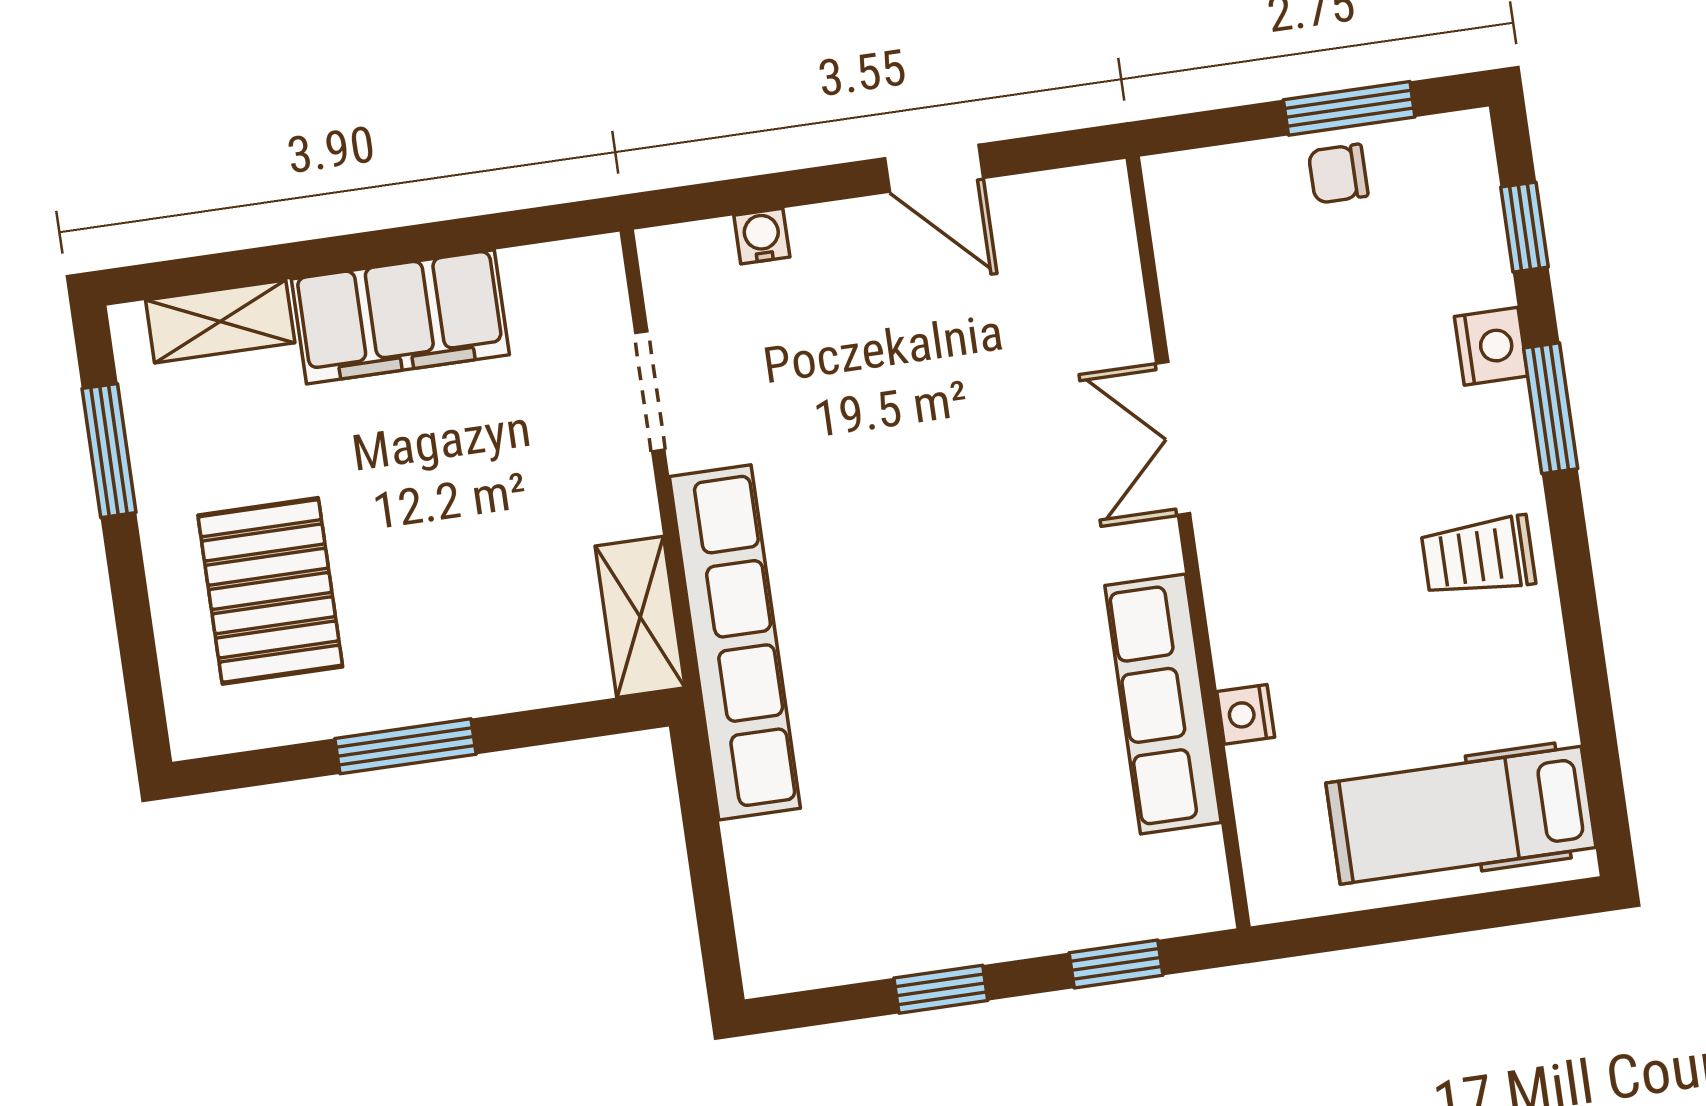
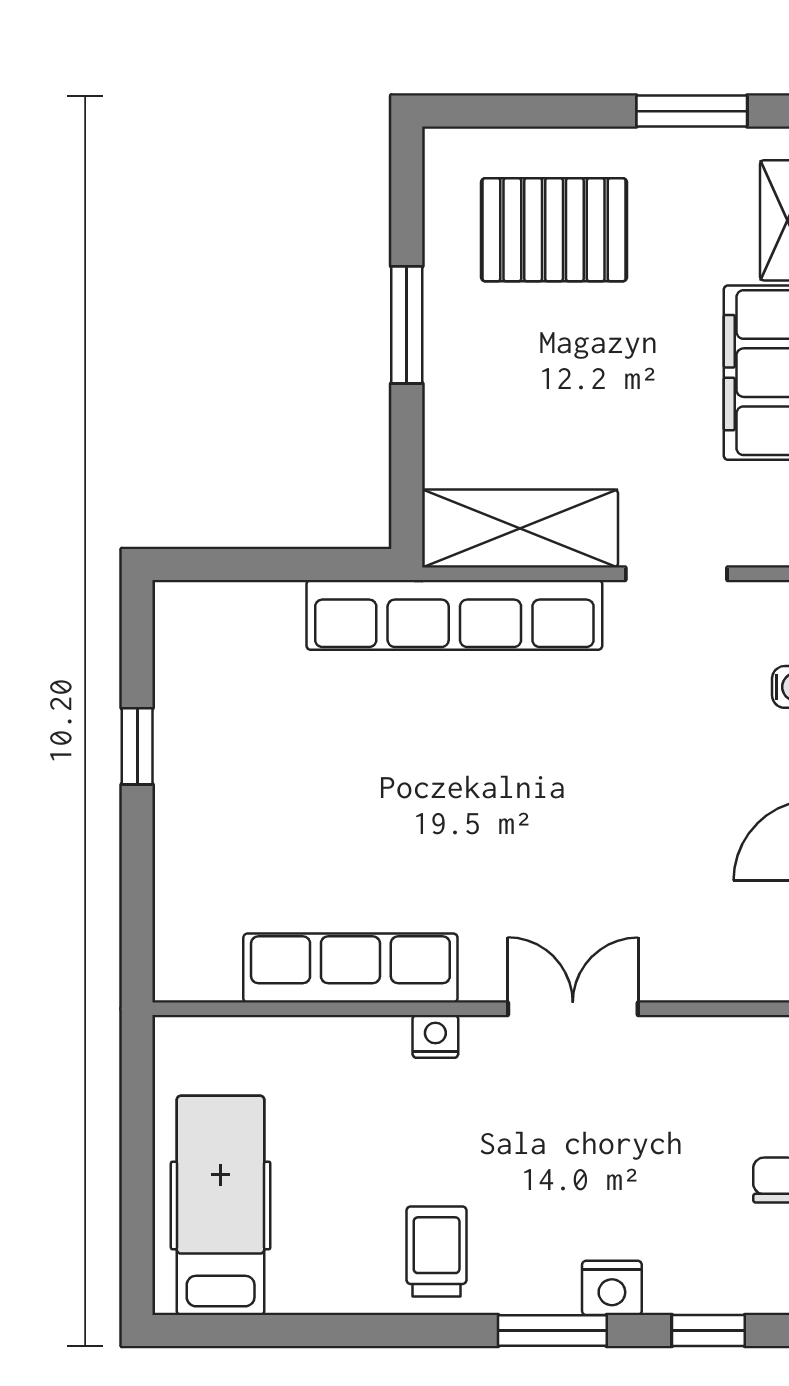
shelving: (640, 617) -> (520, 528), width x1.50, depth x1.33
nightstand: (1246, 714) -> (435, 1036), moved
window: (1116, 964) -> (137, 897), removed

